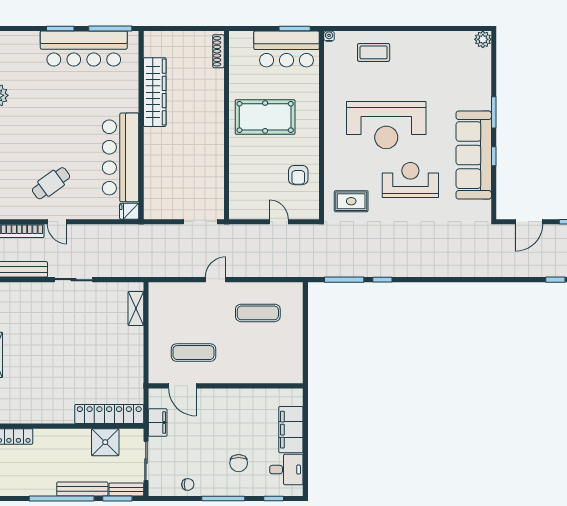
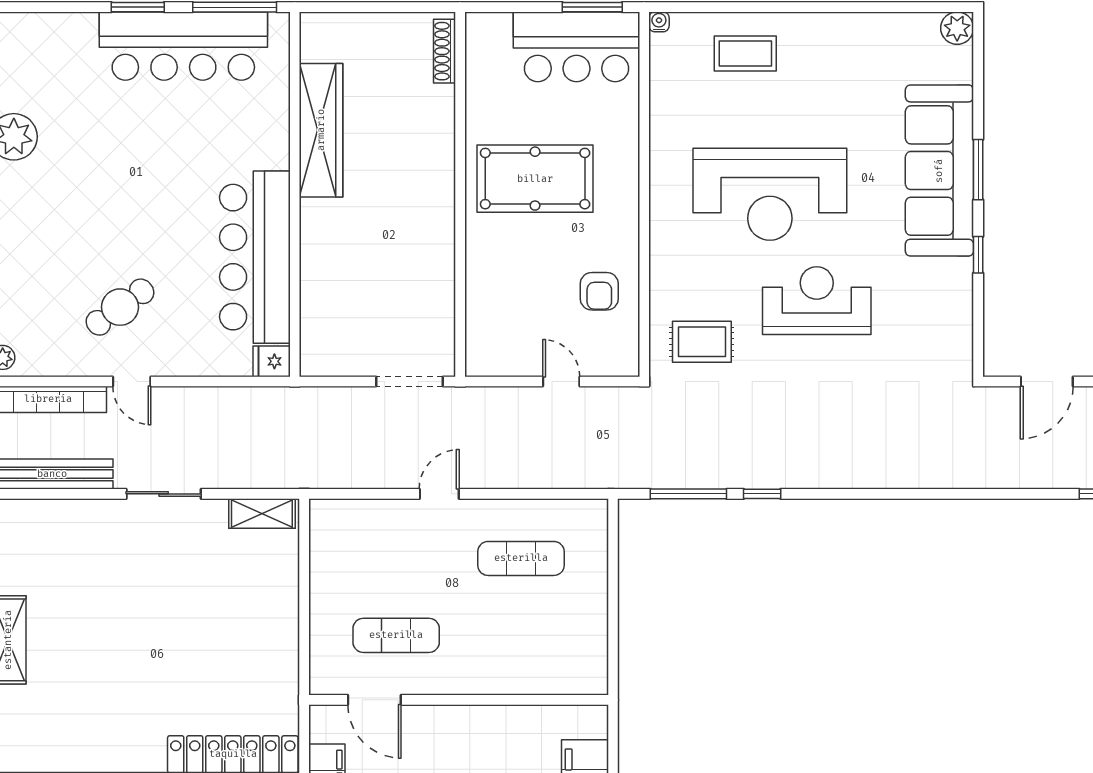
sofa: (474, 155) -> (939, 171), moved
shelving: (136, 308) -> (262, 514), moved, turned 90

